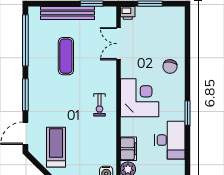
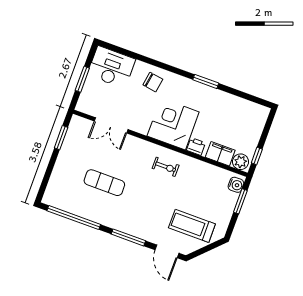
bench: (67, 13) -> (62, 165), removed
printer: (128, 13) -> (196, 147), moved, turned -90
desk: (170, 140) -> (111, 67), moved

